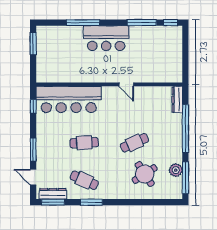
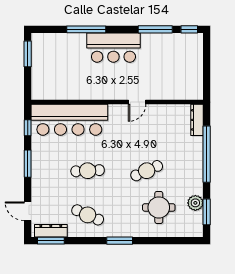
door: (126, 84) -> (137, 102), hinge flipped
window: (33, 150) -> (28, 164), moved
round table: (145, 174) -> (159, 207), turned 33
window: (185, 178) -> (207, 212), width x0.69
window: (91, 202) -> (120, 241), moved

